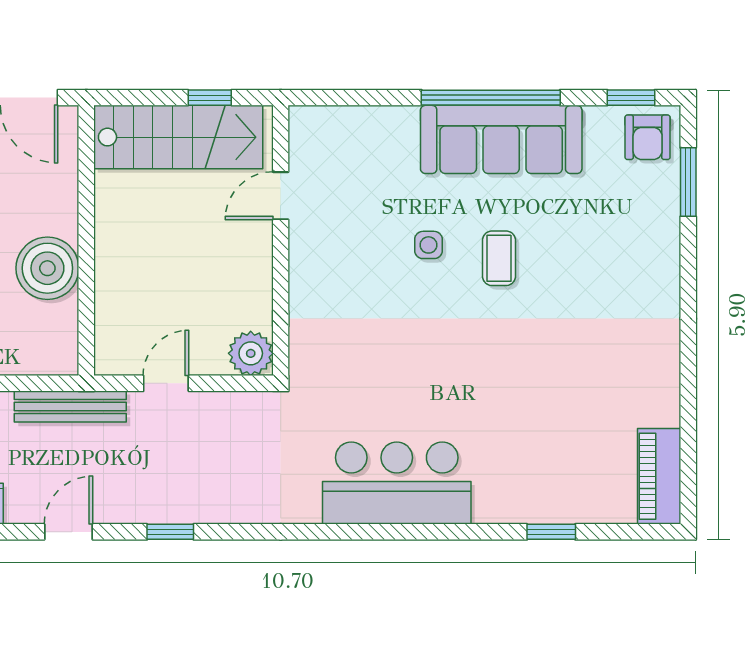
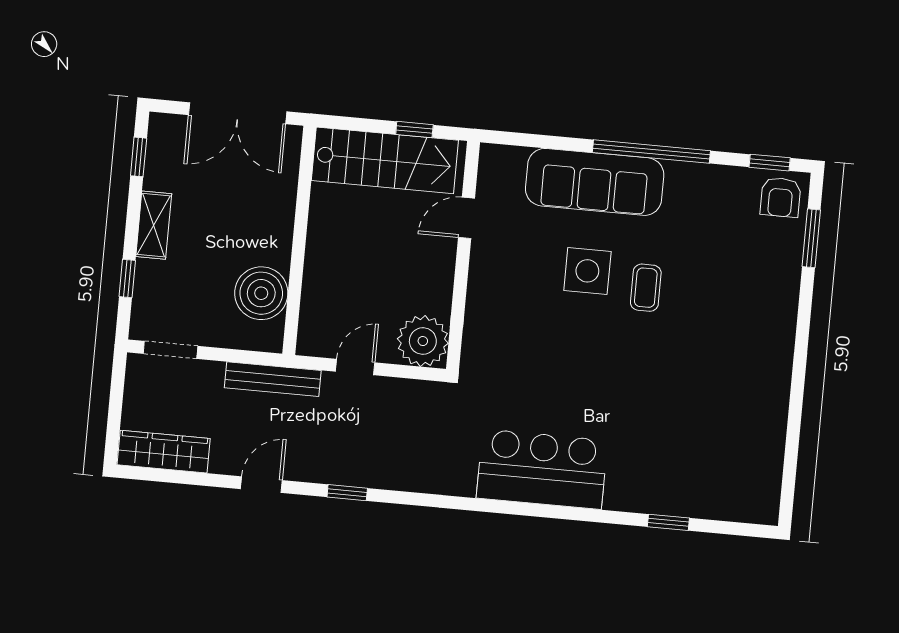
sofa: (501, 139) -> (595, 182), moved
side table: (429, 245) -> (587, 271), width x1.87, depth x1.87
boiler: (47, 268) -> (261, 293), moved
plant: (251, 353) -> (423, 341), width x1.36, depth x1.36
piano: (659, 476) -> (764, 484), removed

